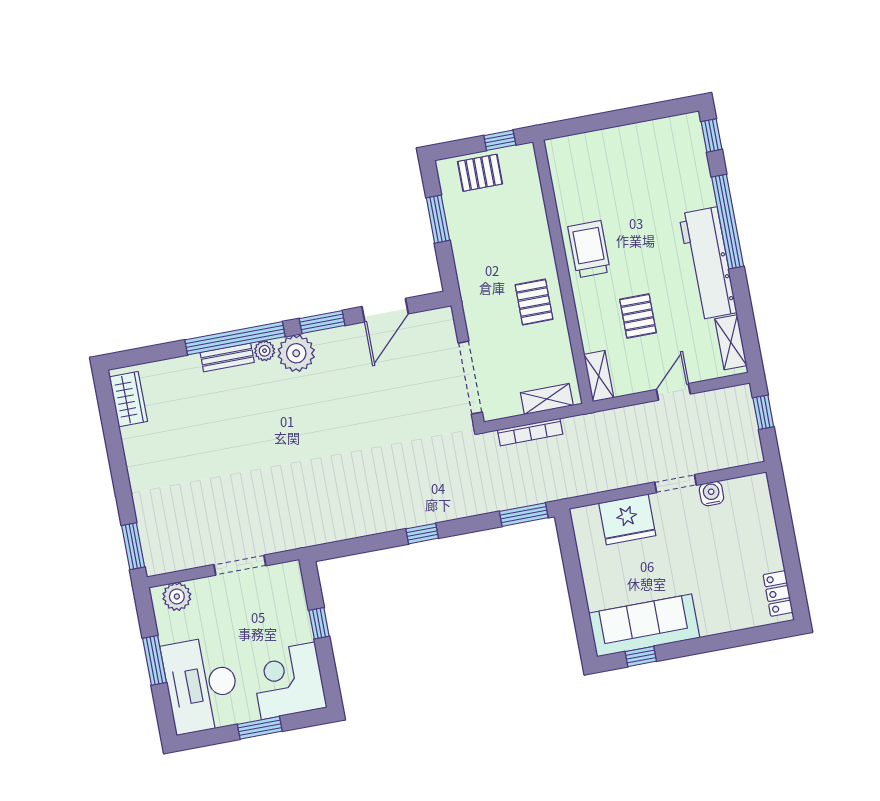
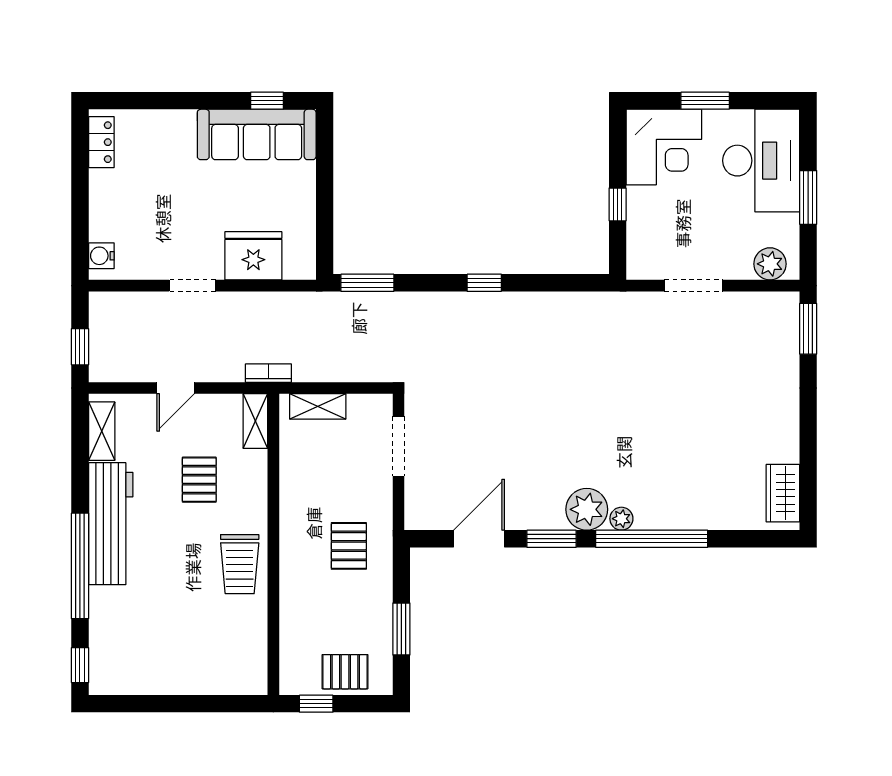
pallet: (534, 302) -> (349, 546), moved
bench: (227, 357) -> (664, 519), removed
doorway: (470, 378) -> (399, 446), width x0.73
bookcase: (530, 432) -> (268, 373), moved, width x0.64
water cooler: (711, 494) -> (101, 256), moved, turned 90

